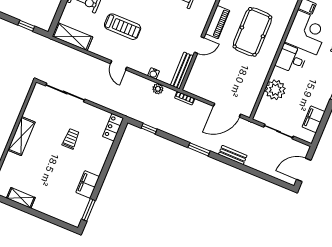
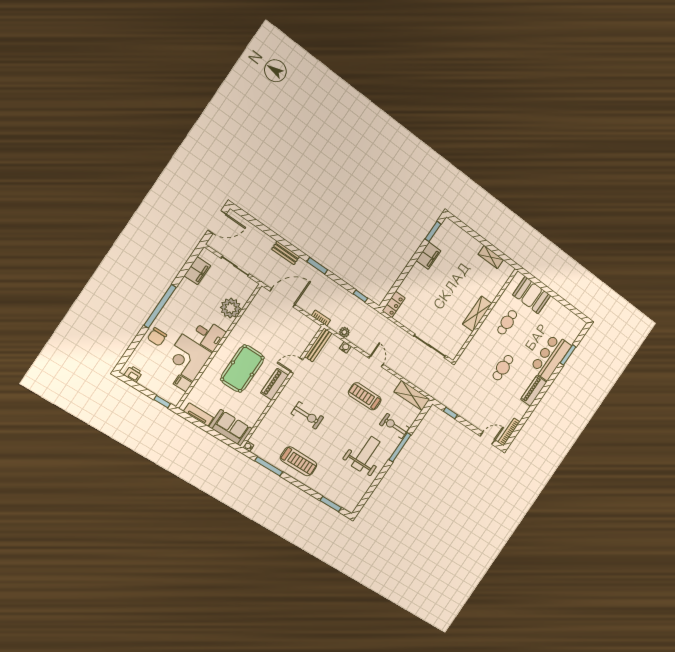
trolley: (71, 139) -> (434, 302), removed

